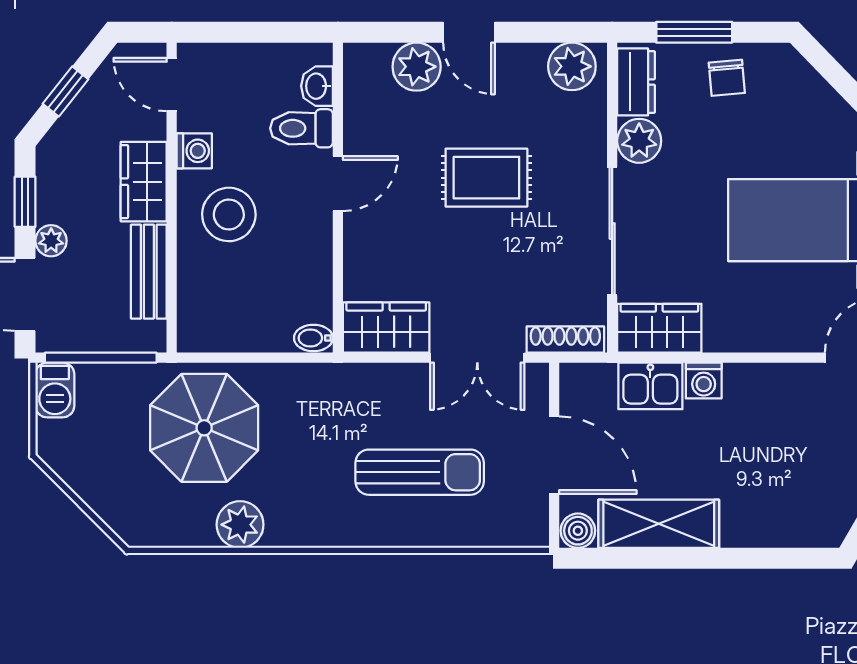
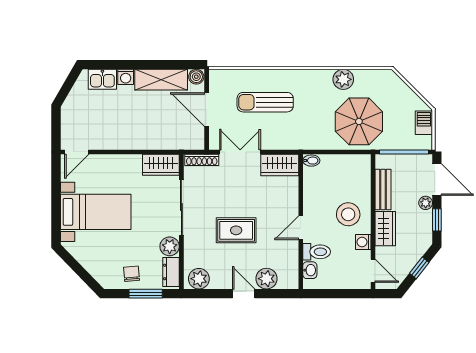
washing machine: (704, 380) -> (126, 77), moved, turned 180
kitchen sink: (650, 386) -> (102, 79), moved, turned 180
barbecue: (55, 390) -> (424, 123), moved

